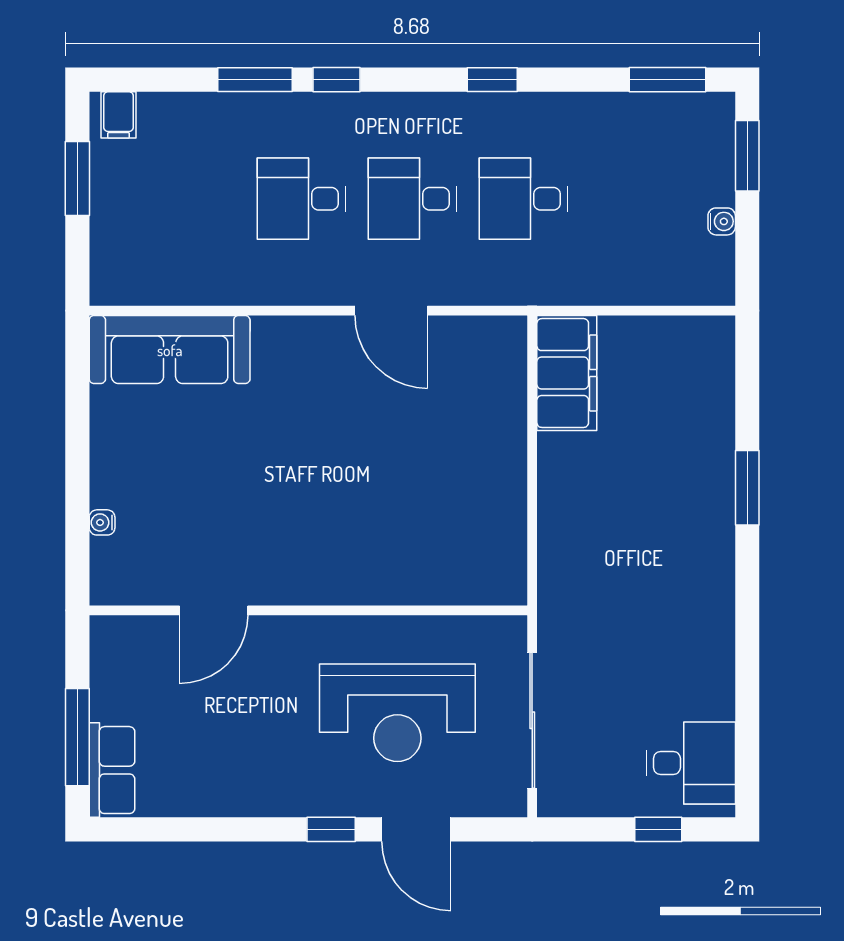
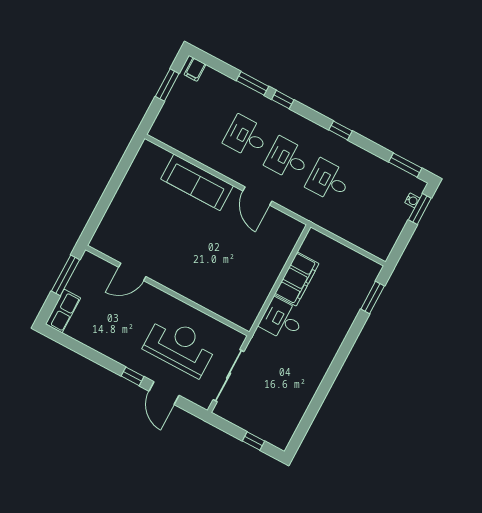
water cooler: (722, 221) -> (412, 200), moved
sofa: (170, 350) -> (197, 182), moved
filing cabinet: (567, 373) -> (297, 279), moved
window: (747, 488) -> (373, 298), moved
water cooler: (102, 522) -> (108, 217), removed
reception desk: (397, 713) -> (180, 346), turned 180
window: (77, 737) -> (65, 275), moved
desk: (691, 763) -> (282, 320), moved, turned 180

